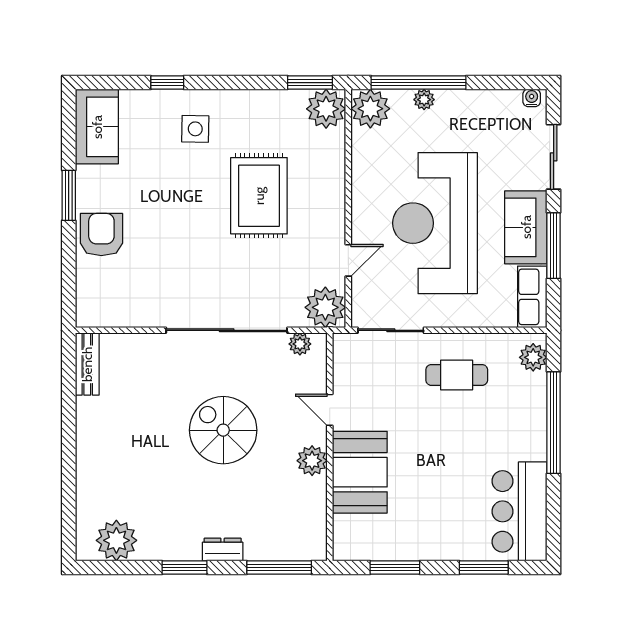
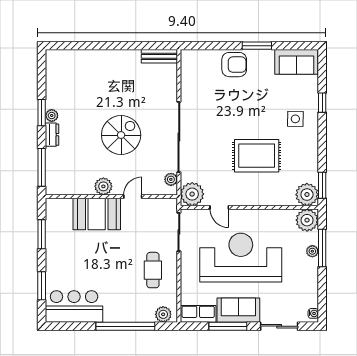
window: (418, 83) -> (322, 248), width x0.68
plant: (116, 540) -> (52, 115), moved, width x0.53, depth x0.53

